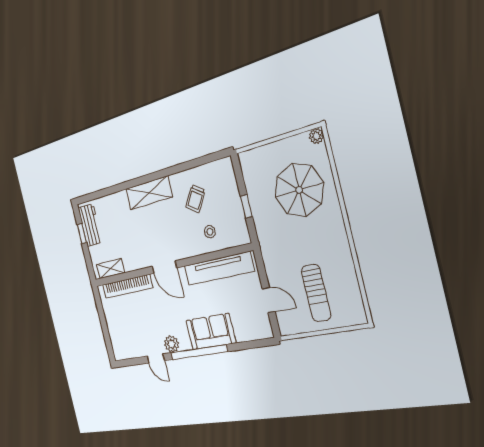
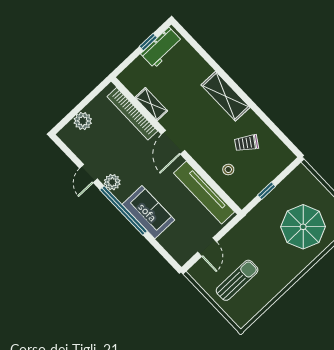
shelving: (110, 269) -> (151, 104), moved
sun lounger: (316, 293) -> (237, 280), turned 180
plant: (115, 332) -> (83, 121), added

